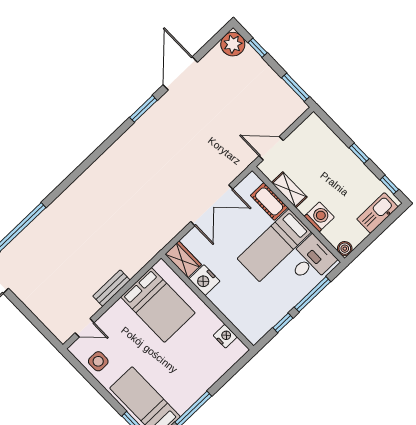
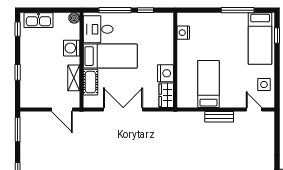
window: (359, 153) -> (18, 72), moved
bed: (158, 305) -> (208, 84), width x0.67

